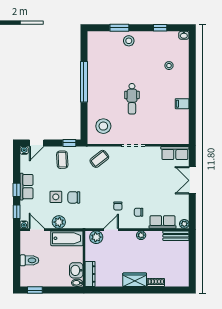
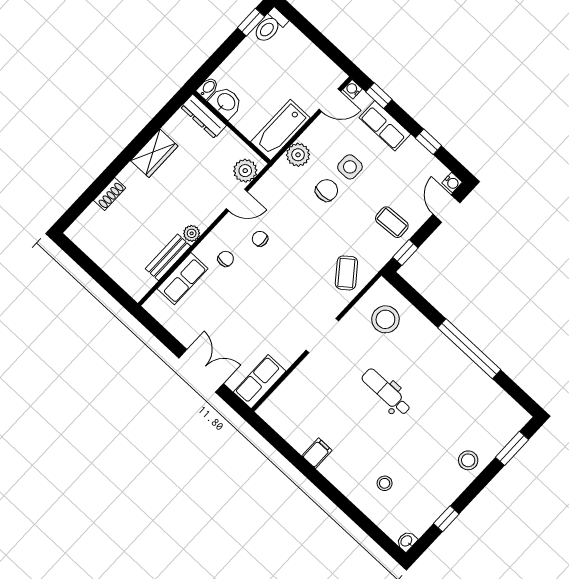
window: (119, 28) -> (512, 448), moved
row of seats: (26, 187) -> (385, 126), moved
window: (17, 190) -> (428, 142), moved
plant: (59, 222) -> (298, 155), moved
plant: (184, 224) -> (153, 306), removed
door: (111, 230) -> (237, 200), hinge flipped
bench: (176, 236) -> (168, 257), moved
toilet: (29, 260) -> (270, 26), moved
wardrobe: (135, 280) -> (154, 153), moved

